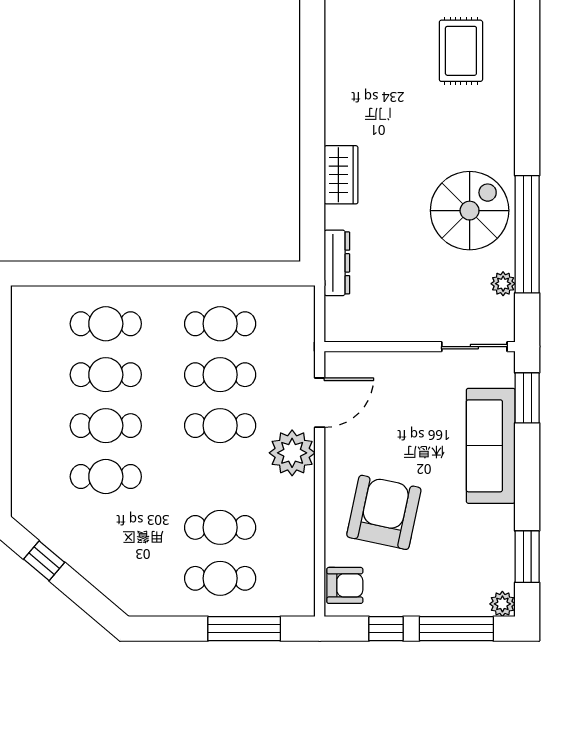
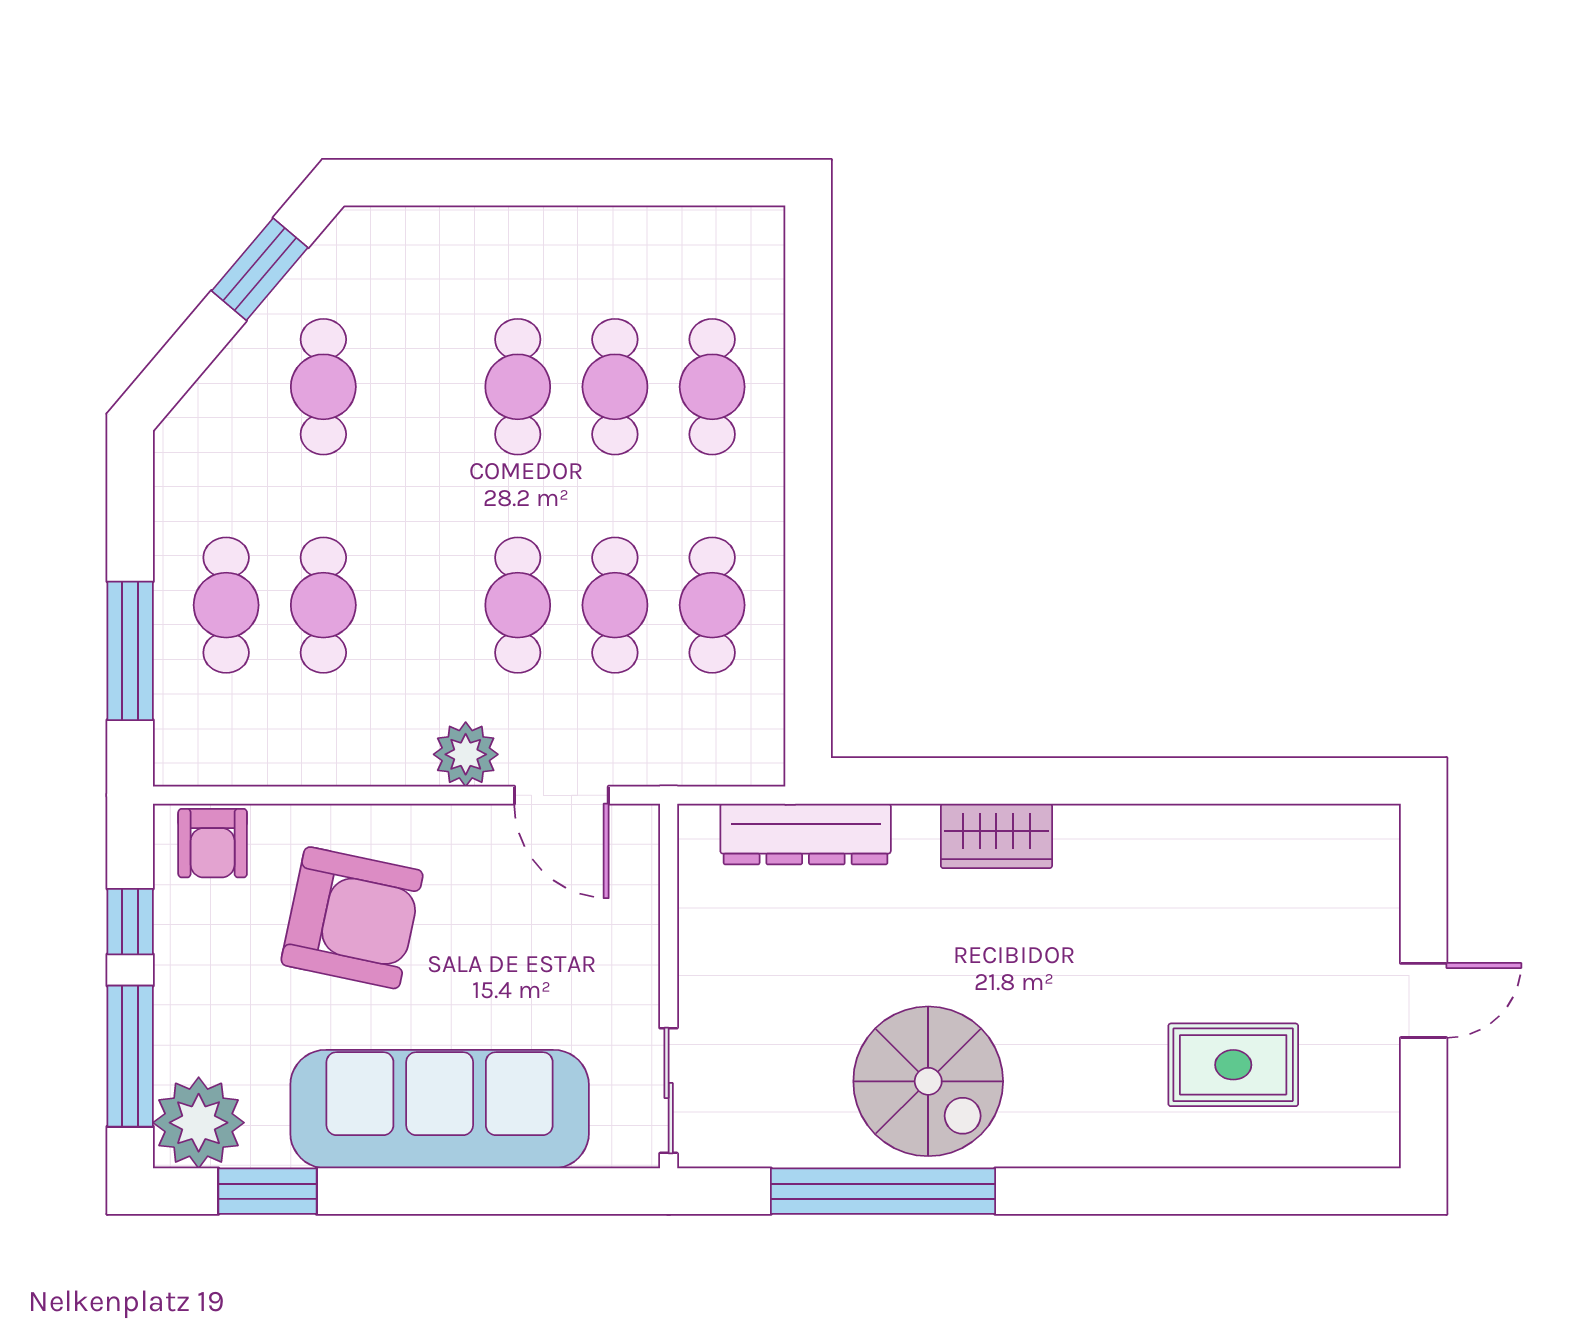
dresser: (337, 263) -> (806, 834), width x1.37, depth x1.24
plant: (503, 284) -> (789, 1145), removed
window: (527, 398) -> (571, 1191), removed
sofa: (491, 446) -> (440, 1109), width x1.36, depth x1.27
plant: (292, 453) -> (466, 754), width x0.73, depth x0.73
cafe table: (106, 477) -> (323, 387), moved
window: (44, 561) -> (260, 269), width x1.50
plant: (502, 604) -> (199, 1123), width x1.87, depth x1.87

